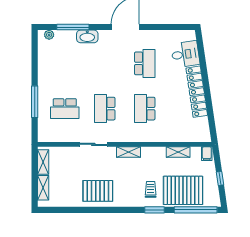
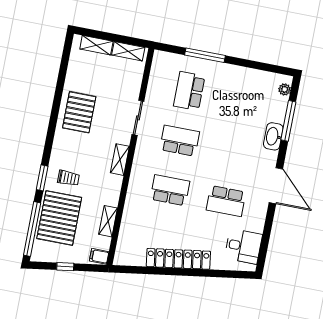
desk: (185, 54) -> (243, 246), moved, turned -82

